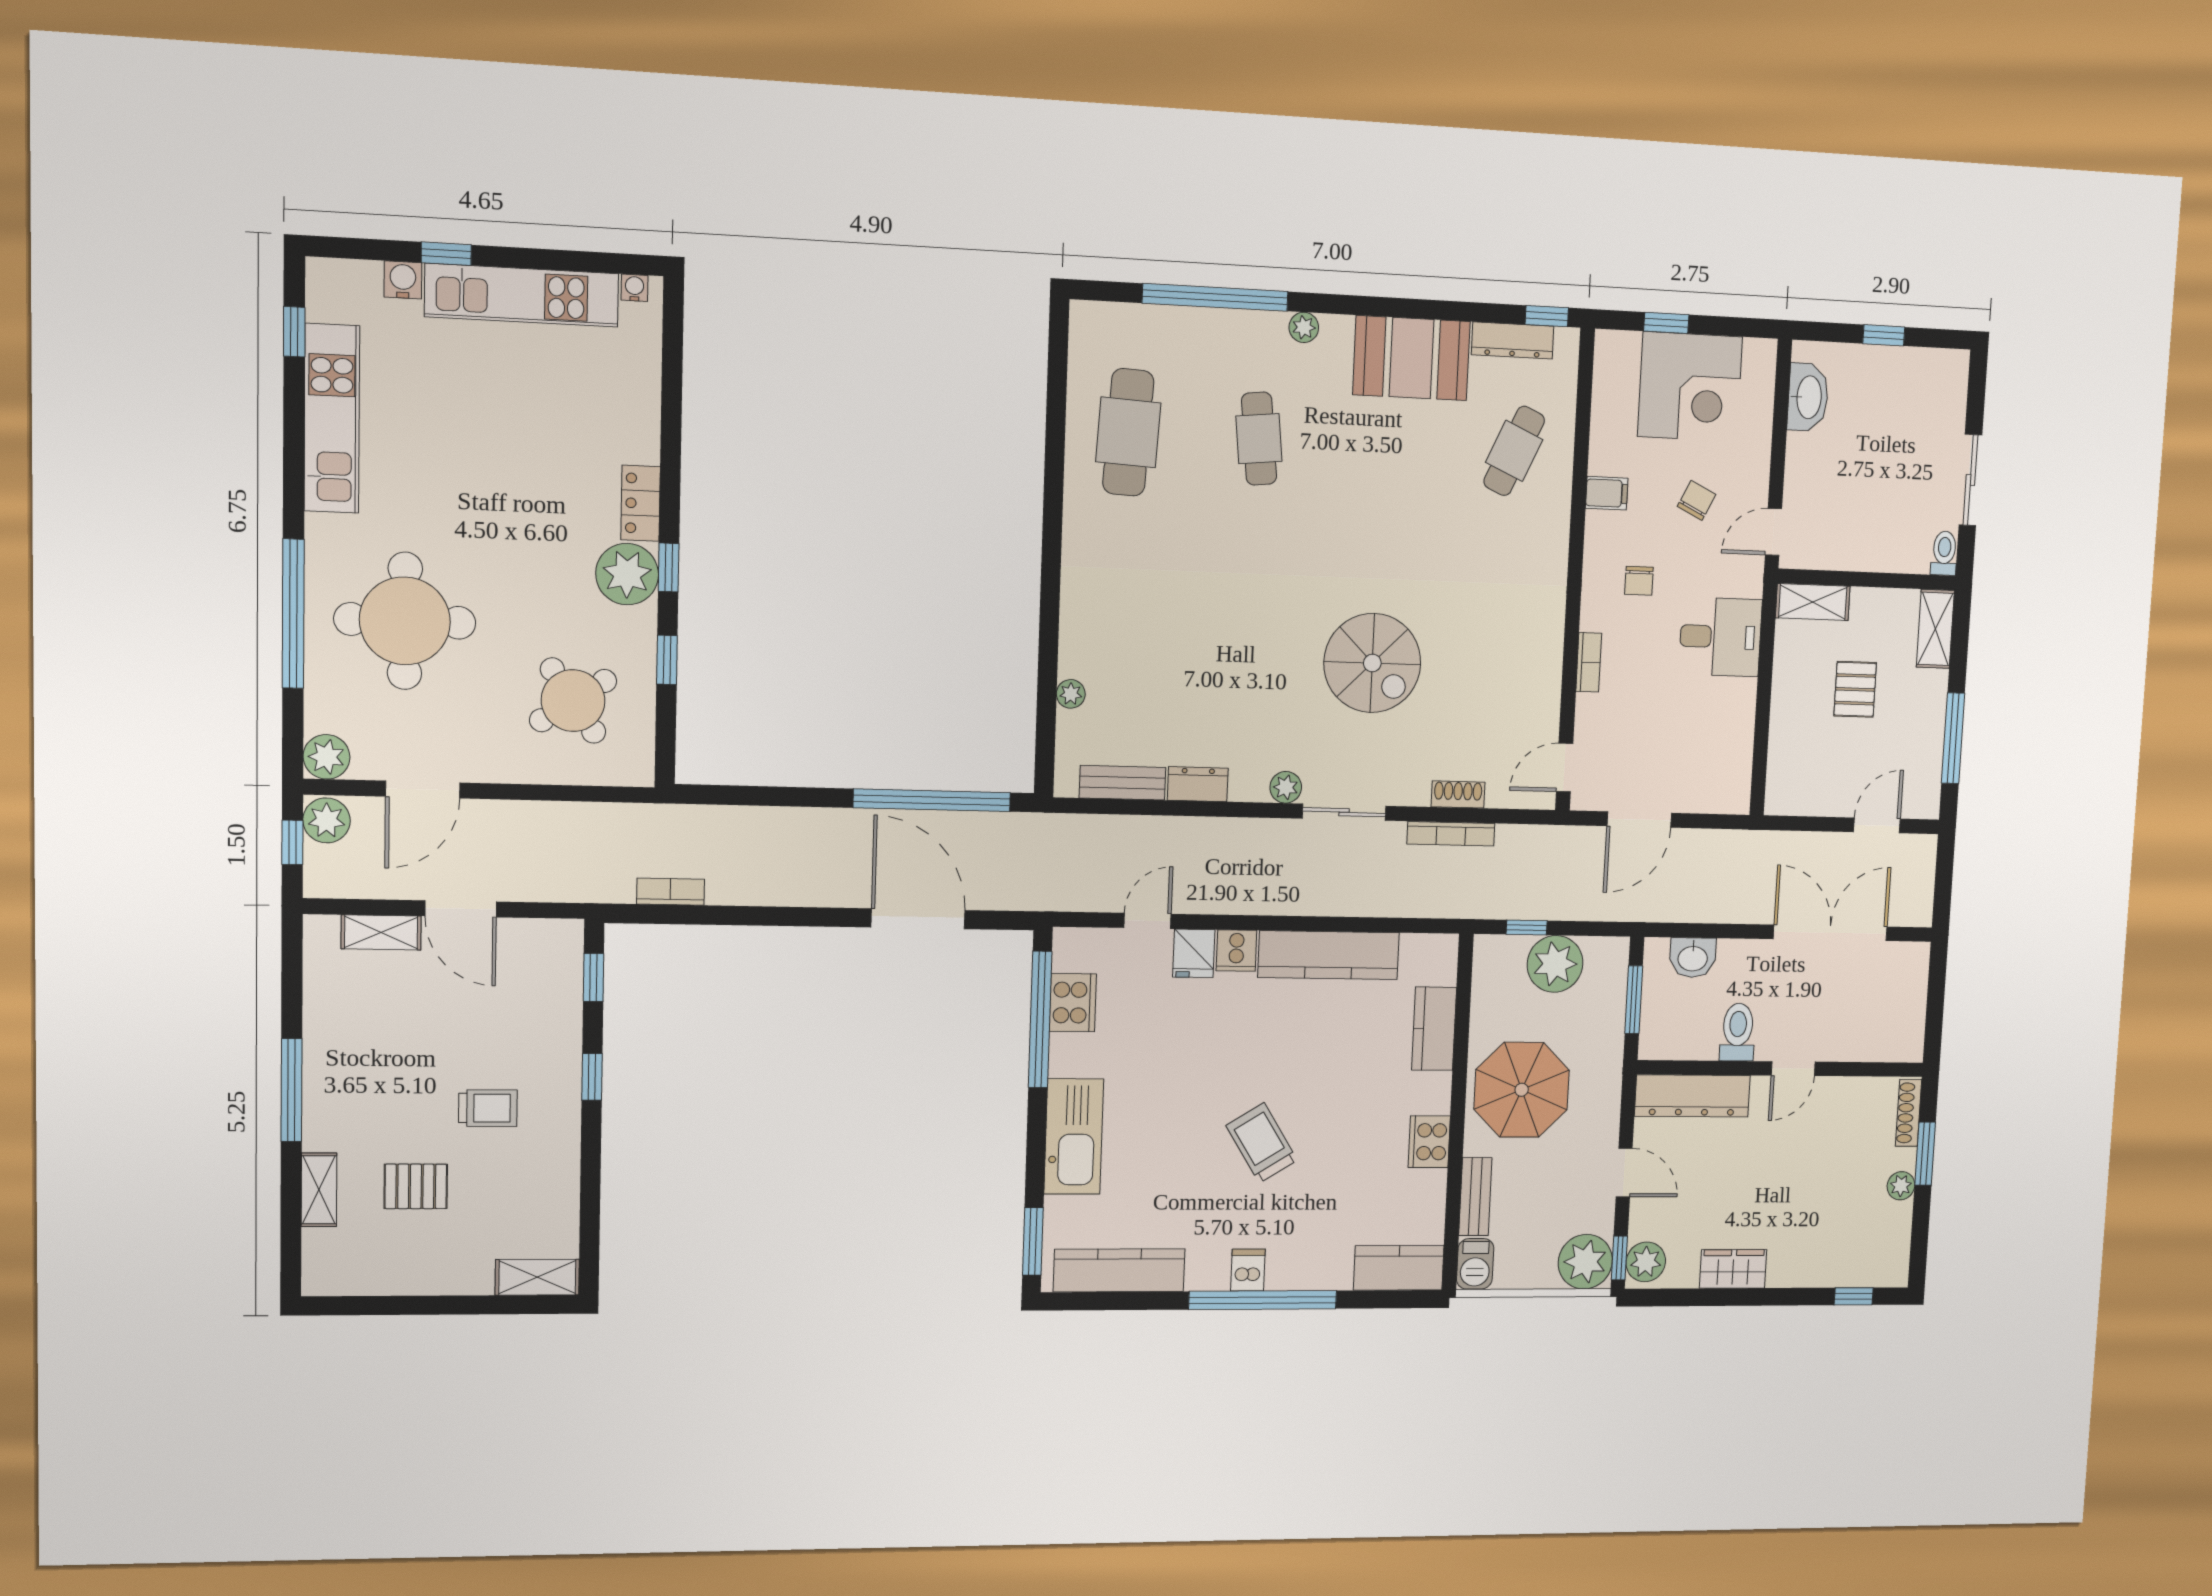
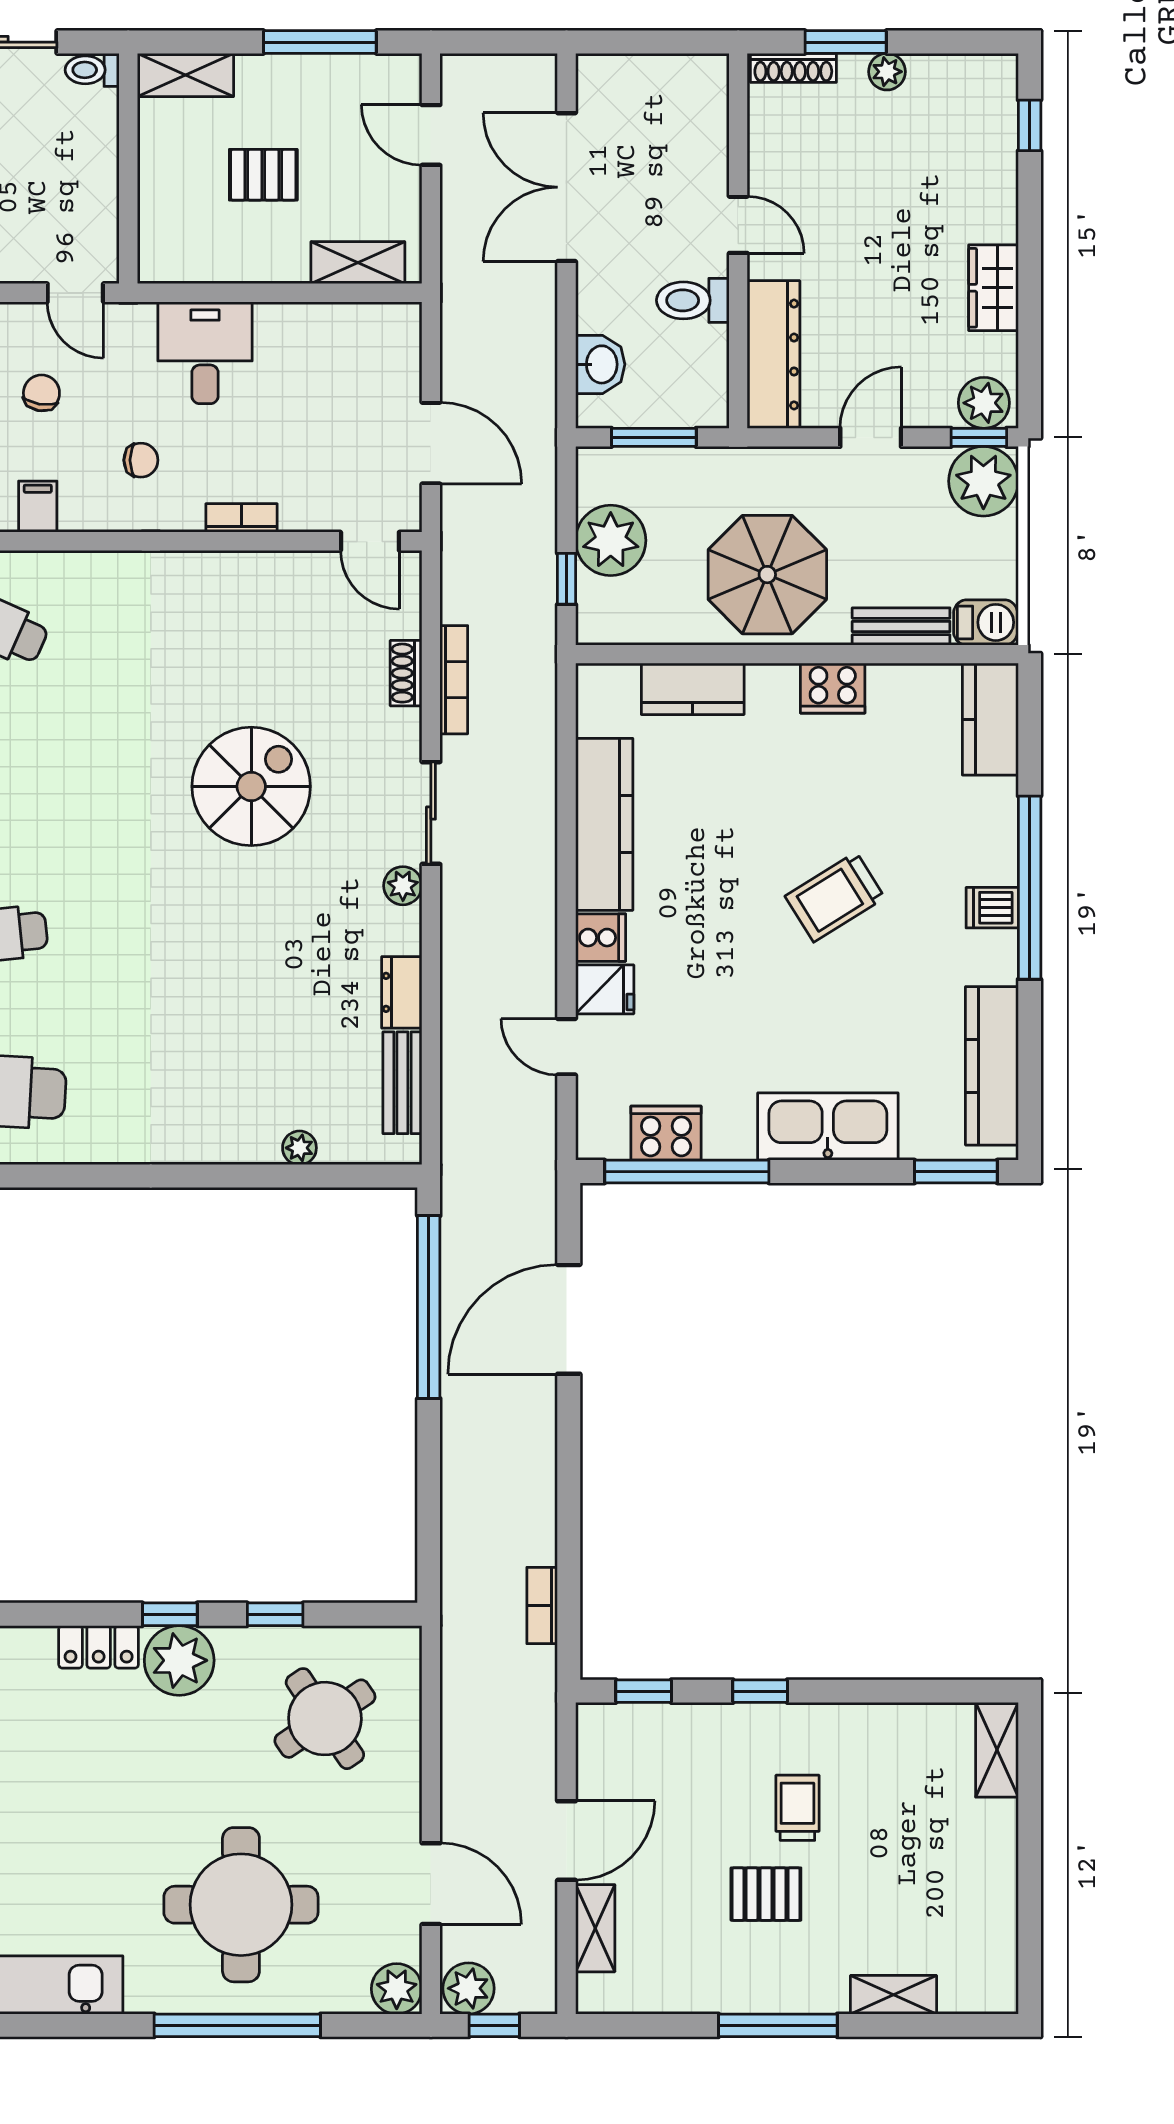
chair: (1697, 500) -> (41, 393), turned 73
shelving: (1813, 602) -> (358, 263), moved, turned 90
pallet: (416, 1186) -> (766, 1894), moved, turned 90

